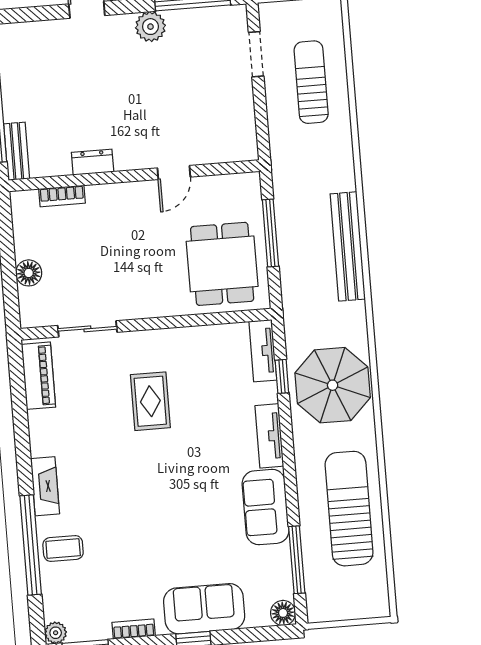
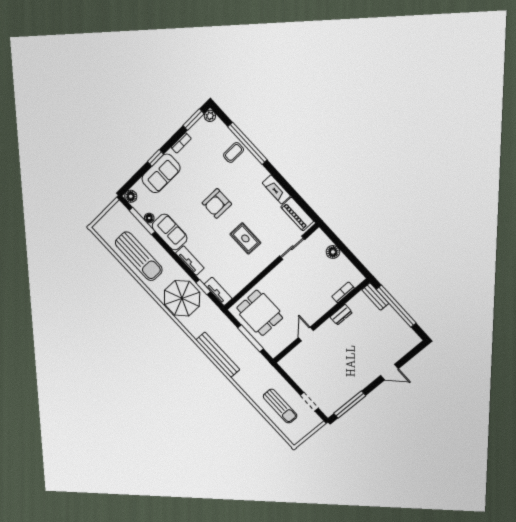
plant: (150, 27) -> (359, 383), removed
fireplace: (45, 486) -> (276, 189), moved
armchair: (152, 492) -> (217, 203), added
floor lamp: (281, 555) -> (149, 218), added

